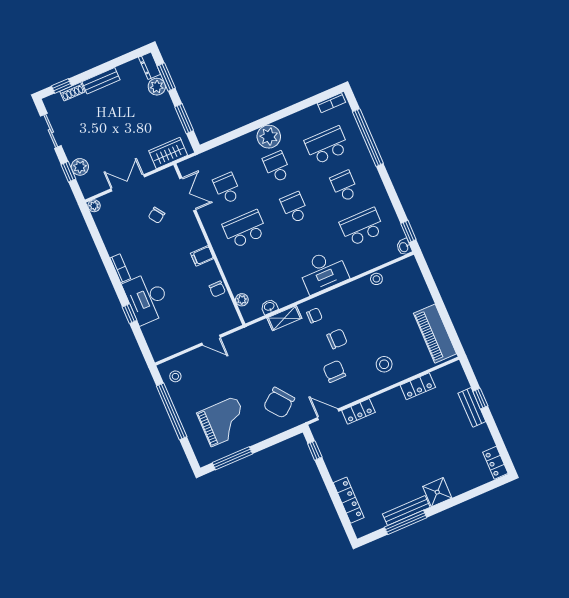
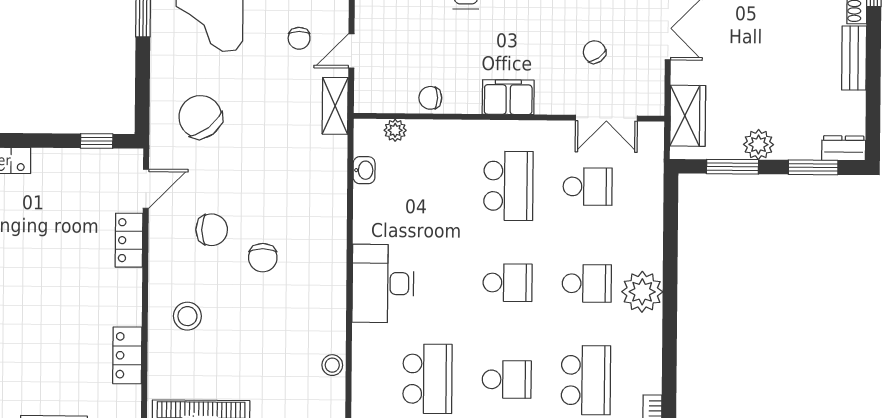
plant: (157, 87) -> (758, 145), moved
filing cabinet: (202, 256) -> (508, 97), width x2.00
chair: (314, 315) -> (299, 38), moved
shelving: (284, 318) -> (335, 106), moved

